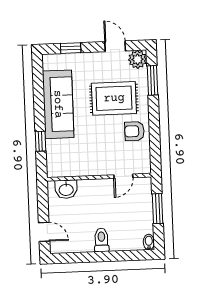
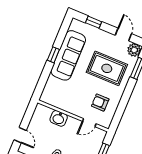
armchair: (134, 131) -> (100, 103), moved
window: (40, 141) -> (53, 55), moved
washbasin: (66, 189) -> (59, 118), moved

